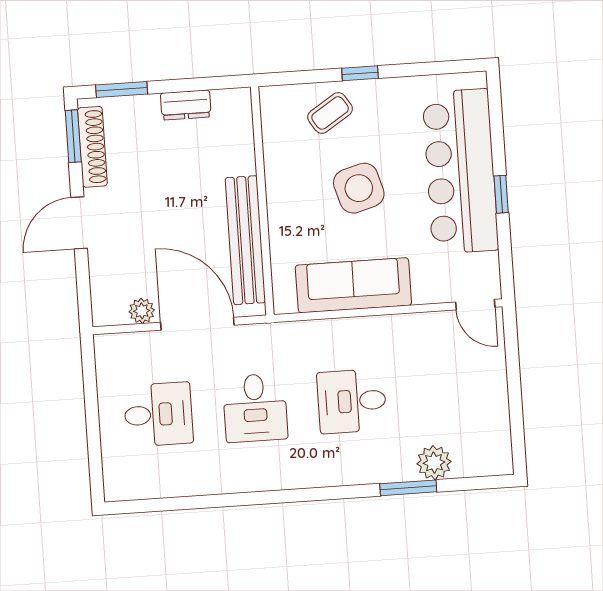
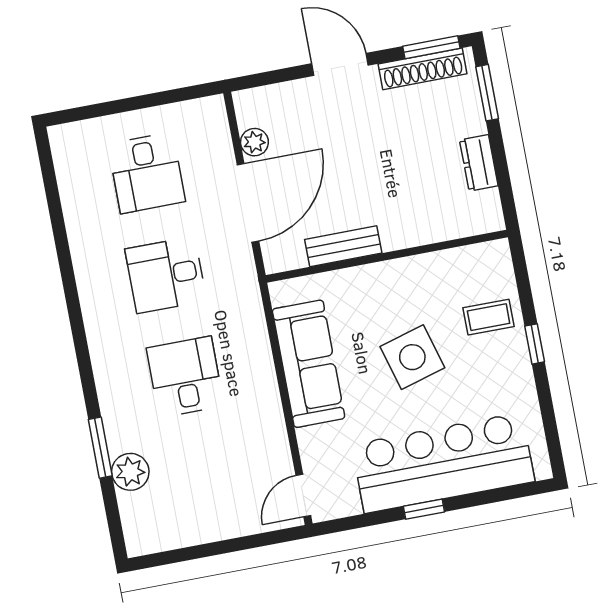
coffee table: (330, 113) -> (489, 317), turned -57
bench: (245, 240) -> (343, 246), width x0.54, depth x0.82

